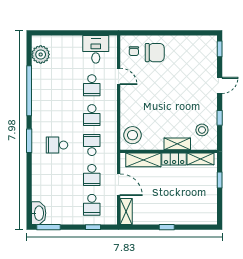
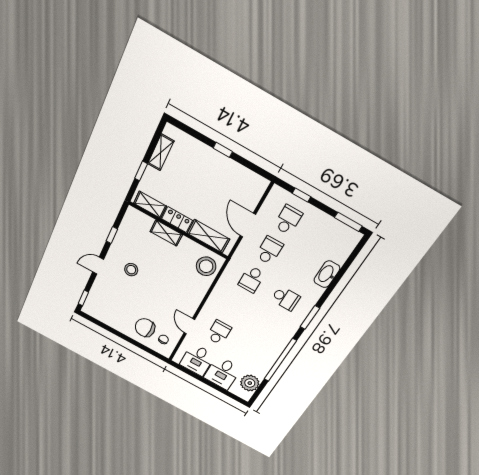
desk: (68, 50) -> (222, 373), added
school desk: (92, 115) -> (235, 307), removed
stool: (202, 130) -> (131, 270), moved
shelving: (126, 212) -> (161, 152), moved
washbasin: (39, 213) -> (327, 274), moved

